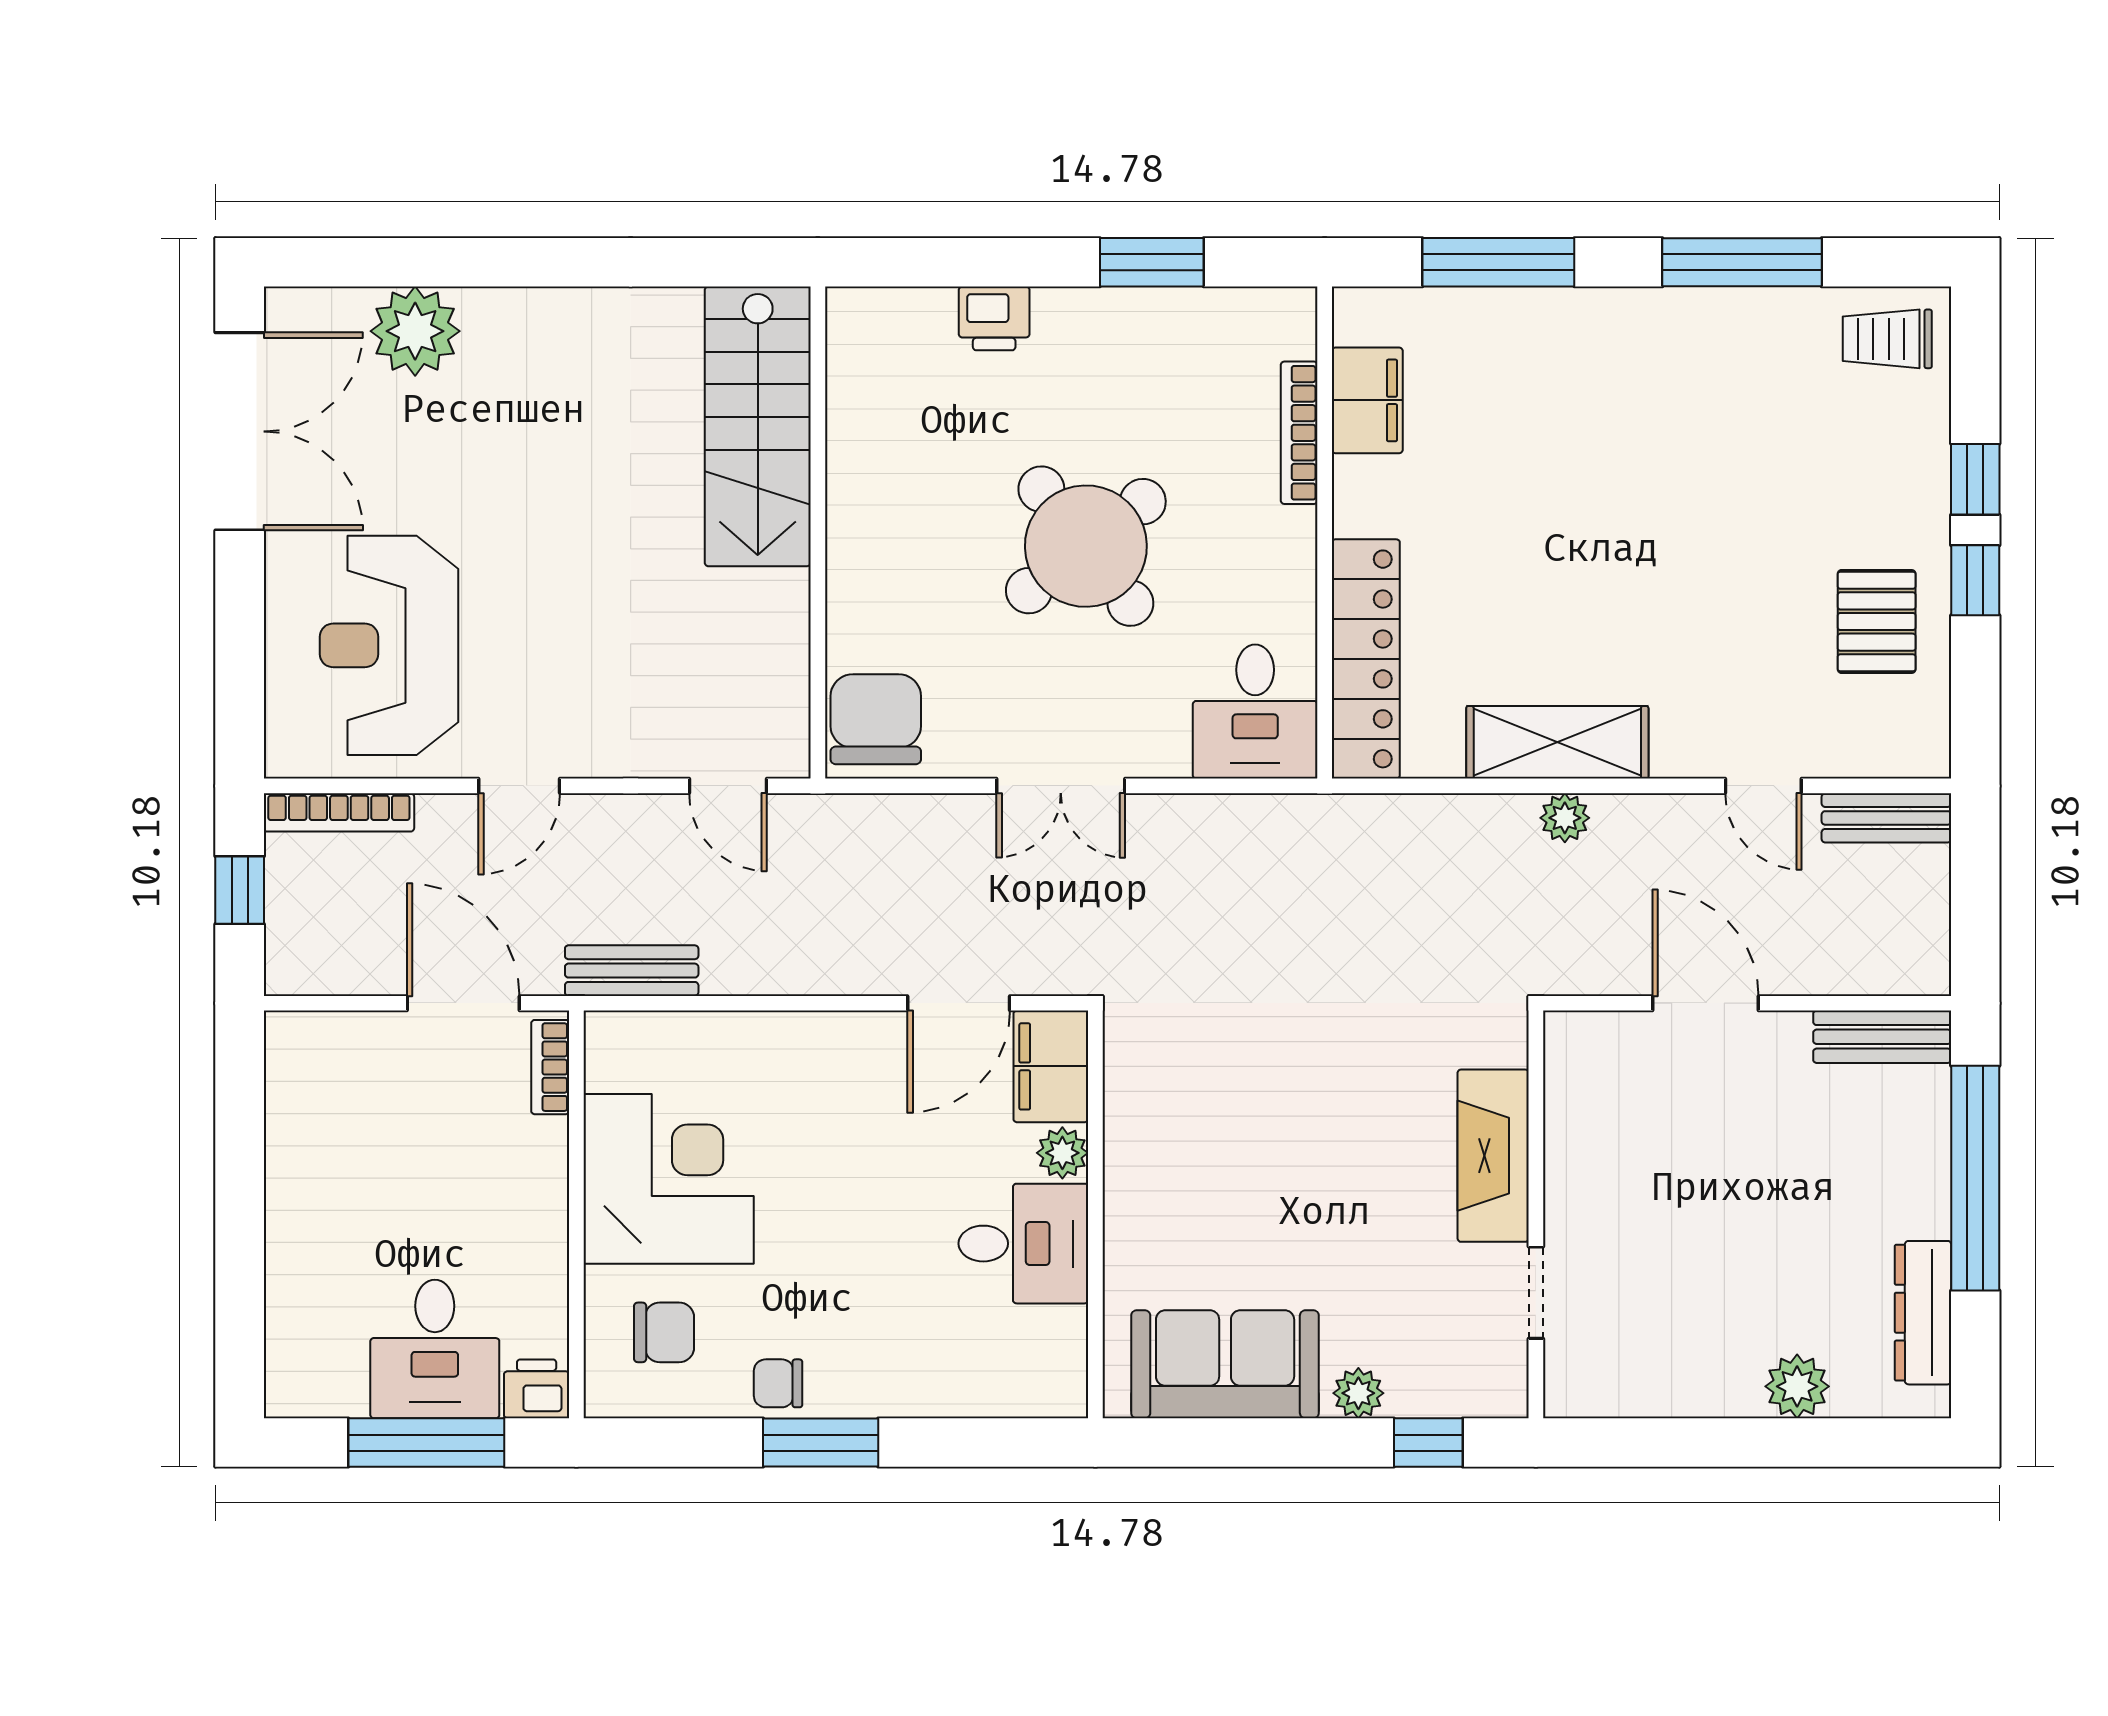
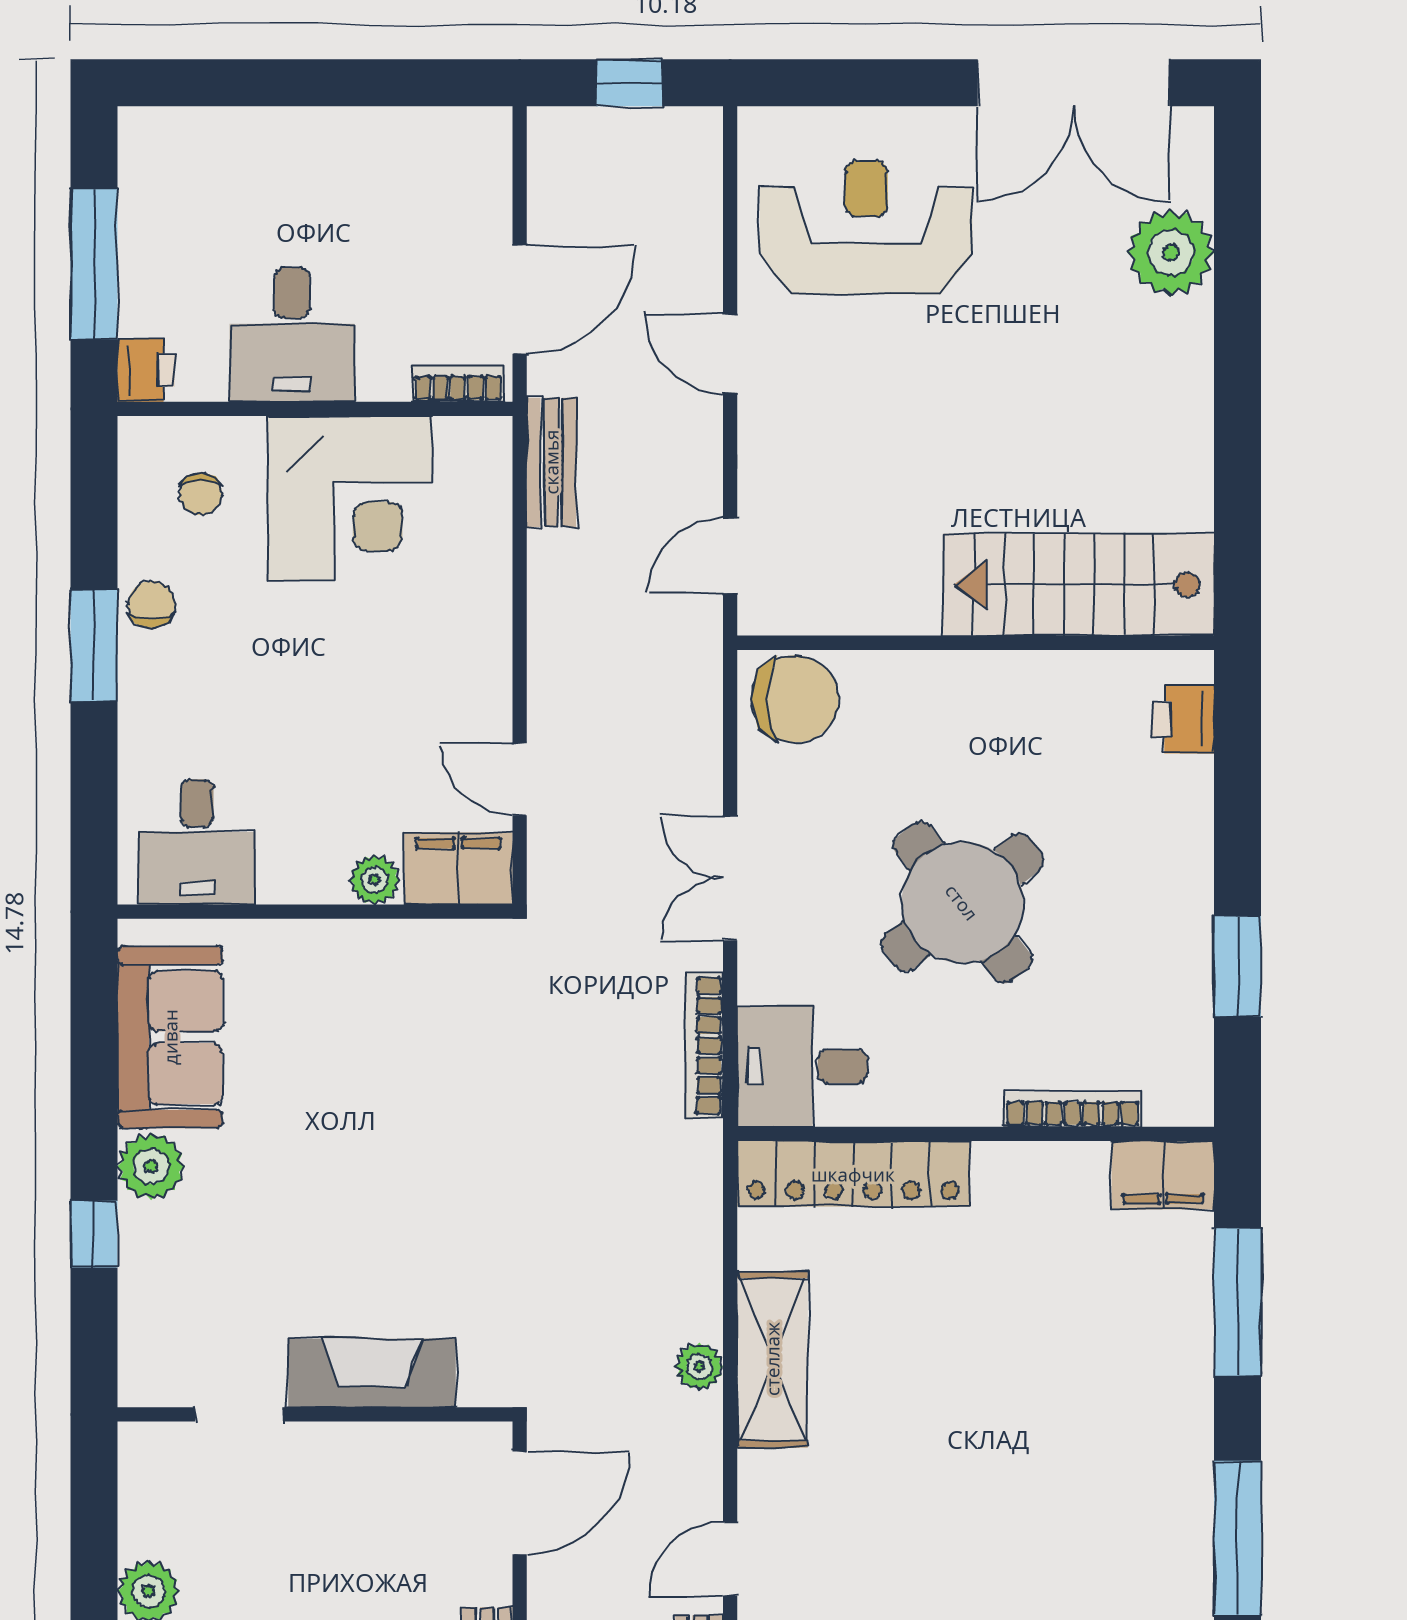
printer: (994, 318) -> (1183, 719), moved
filing cabinet: (1367, 400) -> (1163, 1175), moved
bookcase: (339, 812) -> (704, 1045), moved
door: (959, 1003) -> (520, 779), width x0.73
fireplace: (1493, 1156) -> (372, 1373), moved
wall: (1536, 1214) -> (315, 1414), moved
desk: (1023, 1244) -> (197, 842), moved
doorway: (1536, 1293) -> (239, 1414), moved
chair: (664, 1332) -> (201, 494), width x0.73, depth x0.73
desk: (435, 1349) -> (292, 335), moved, turned -90
plant: (1358, 1393) -> (151, 1166), width x1.38, depth x1.38

